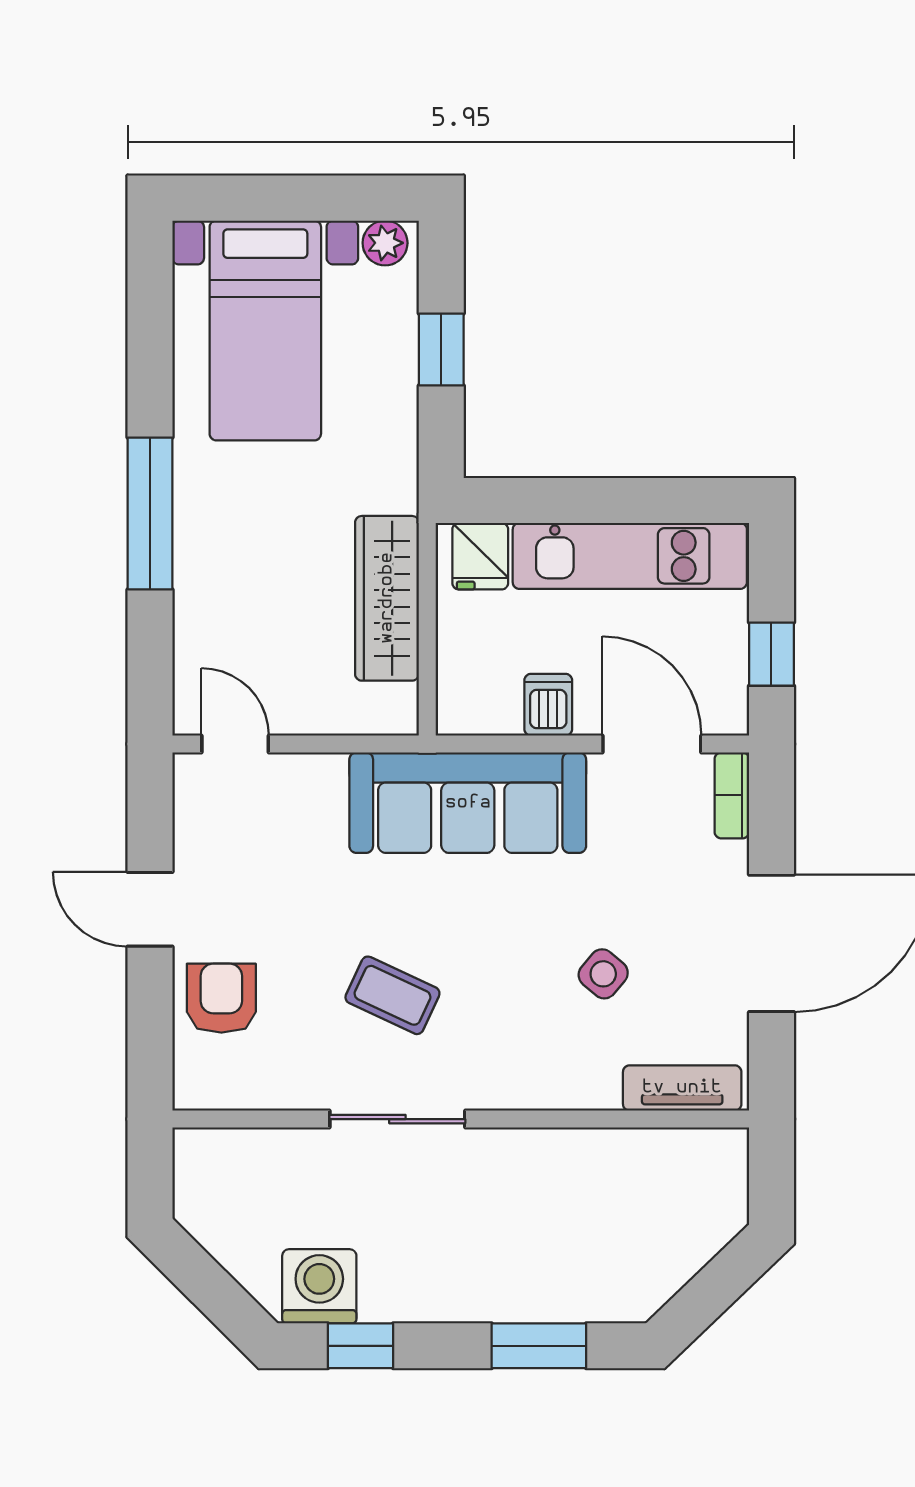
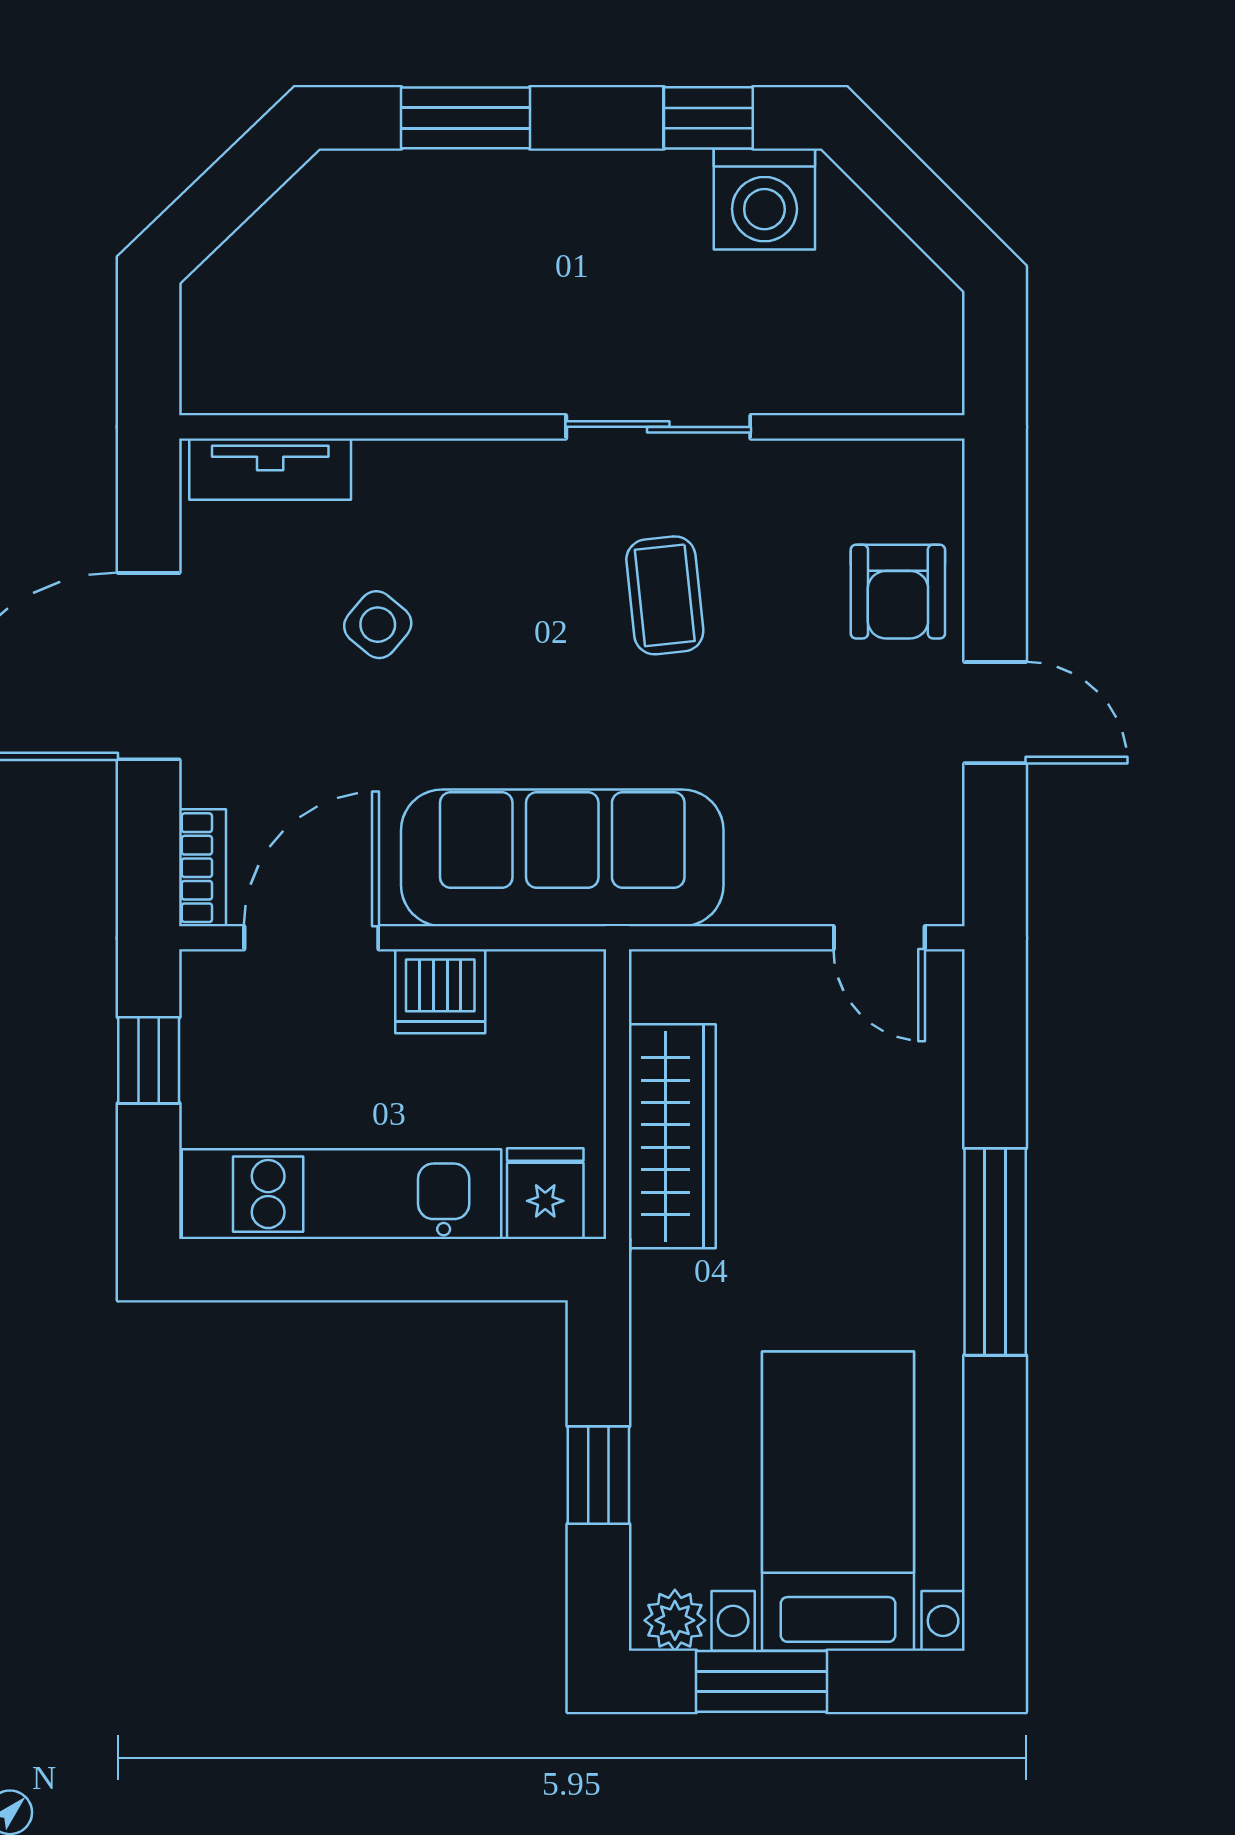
window: (322, 198) -> (761, 1681), added
dishwasher: (548, 705) -> (440, 991), width x1.38
door: (652, 744) -> (311, 938), swing flipped
coffee table: (392, 995) -> (665, 595), turned 59

